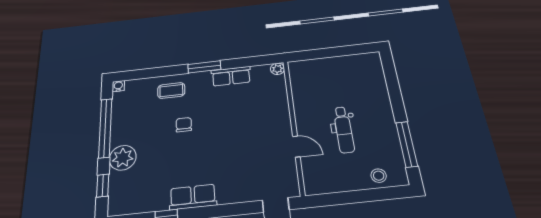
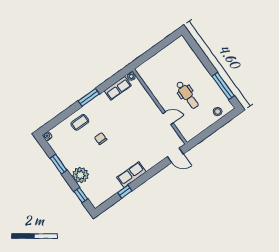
row of seats: (231, 76) -> (118, 88), moved
window: (105, 128) -> (59, 164), width x0.47

